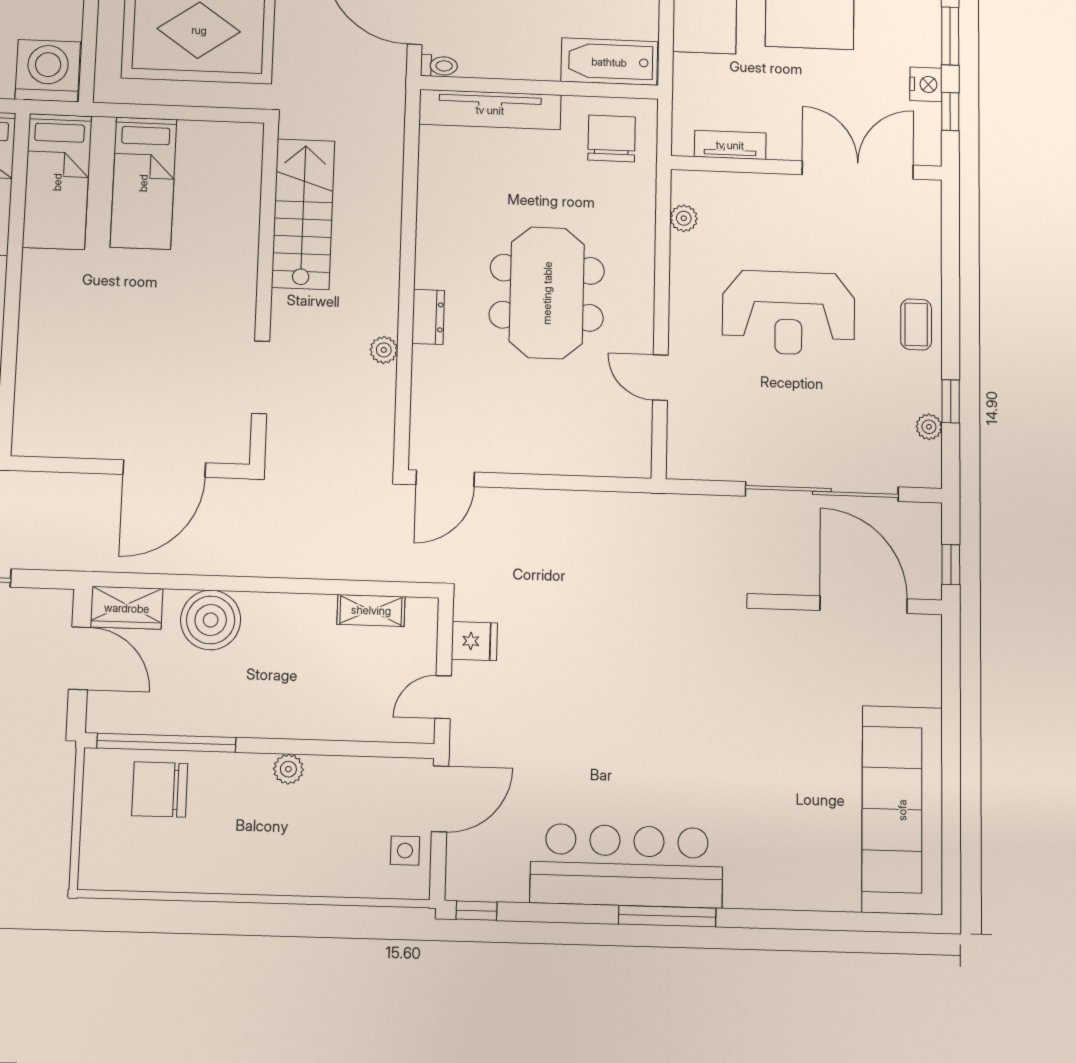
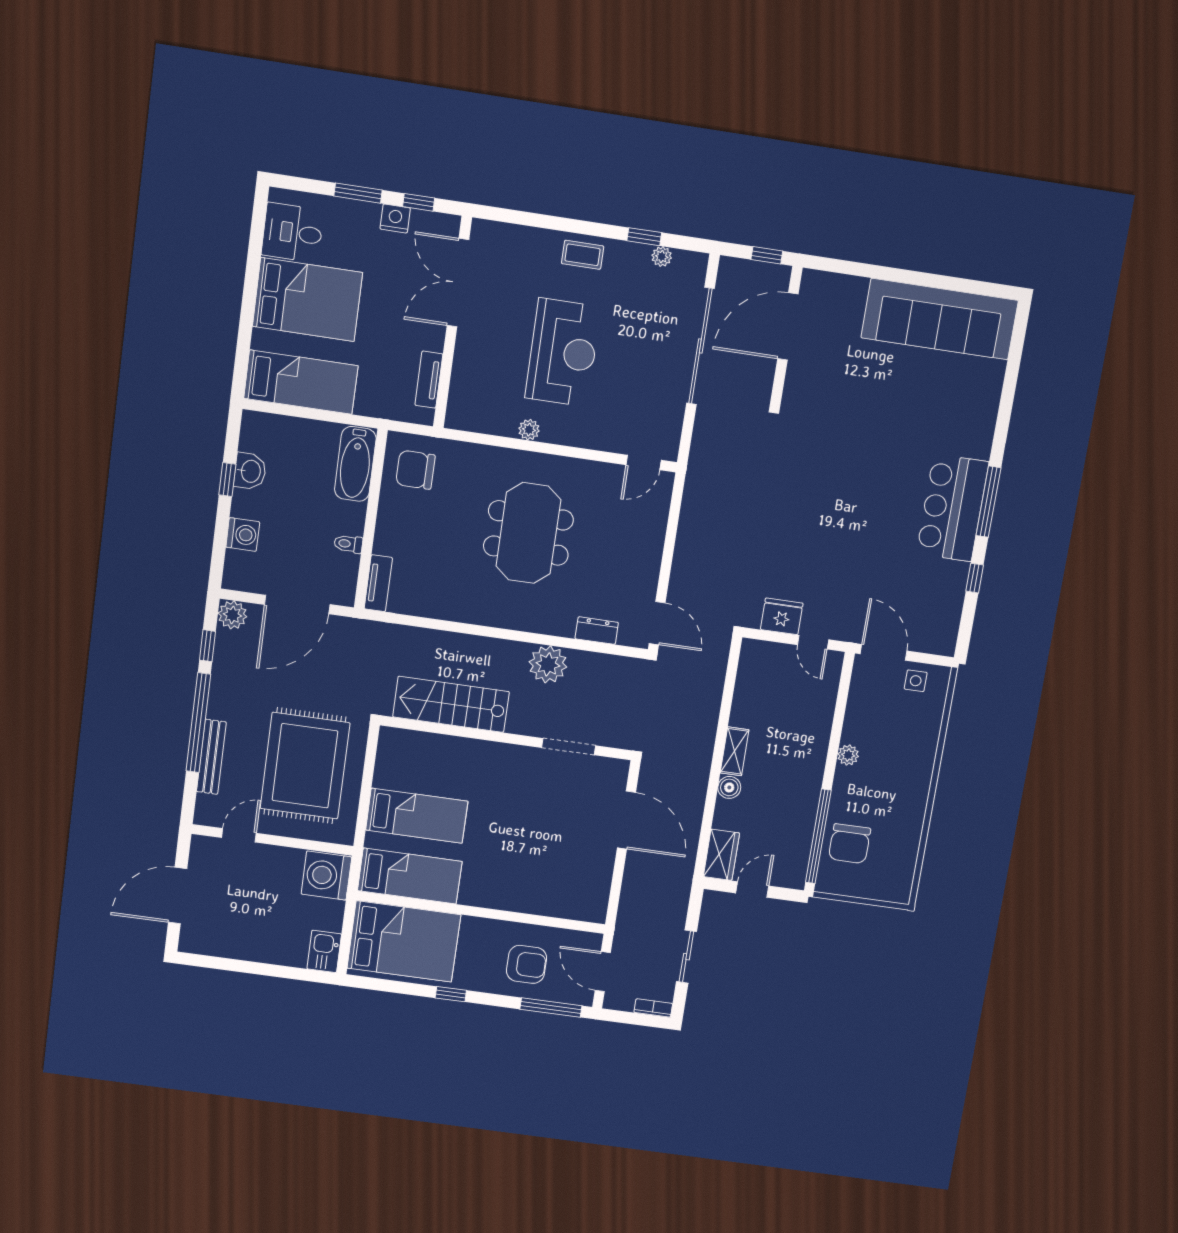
toilet: (439, 66) -> (348, 544), moved, turned -90
tv unit: (490, 110) -> (378, 583), width x0.52, depth x0.78
plant: (684, 218) -> (529, 430), moved
meeting table: (547, 293) -> (528, 533), turned 90
dresser: (428, 317) -> (597, 631), moved
plant: (384, 350) -> (548, 664), width x1.87, depth x1.87
door: (660, 378) -> (644, 463), moved
shelving: (371, 610) -> (735, 751), moved
boiler: (211, 620) -> (729, 787), width x0.54, depth x0.54
fridge: (474, 641) -> (782, 616), width x1.38
door: (80, 658) -> (752, 889), width x0.73
bar counter: (627, 866) -> (952, 508), width x0.73
window: (476, 911) -> (975, 578), moved

